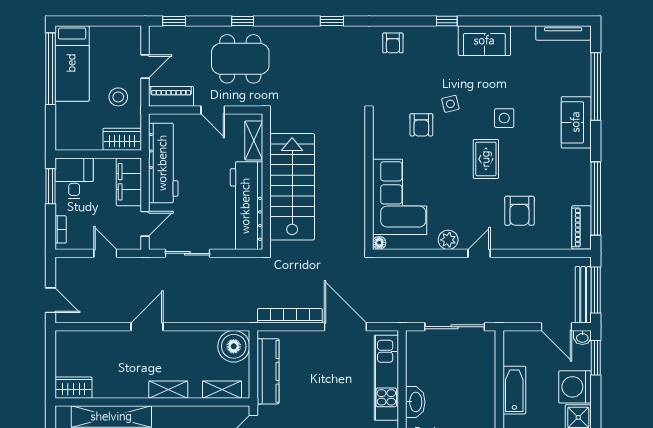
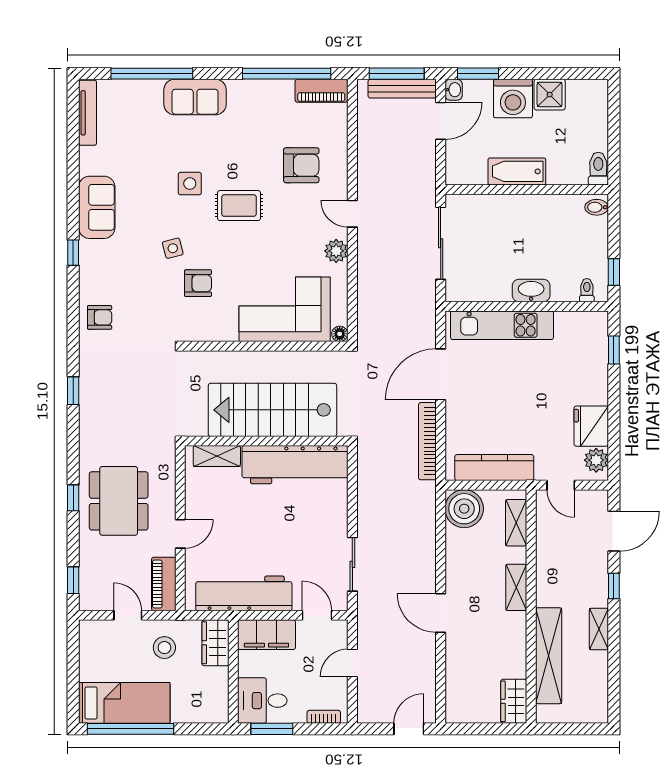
shelving: (254, 140) -> (217, 456), moved
wall: (266, 182) -> (266, 441), moved
stairs: (292, 187) -> (272, 410), moved
workbench: (246, 206) -> (295, 465), moved

